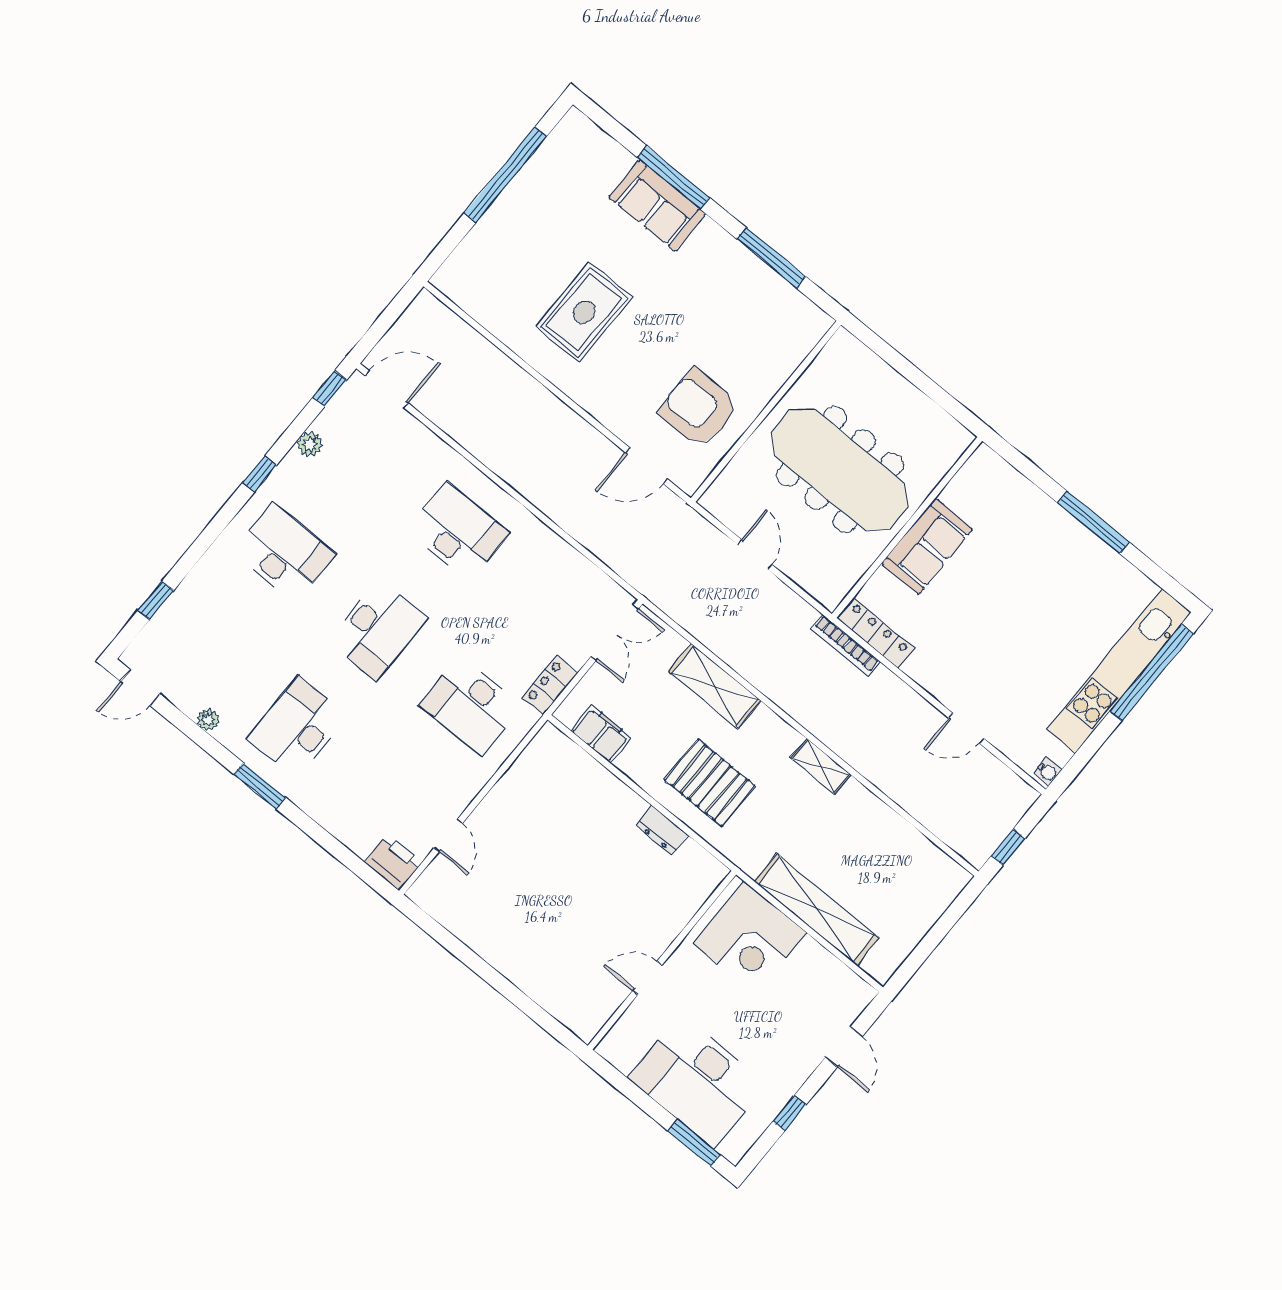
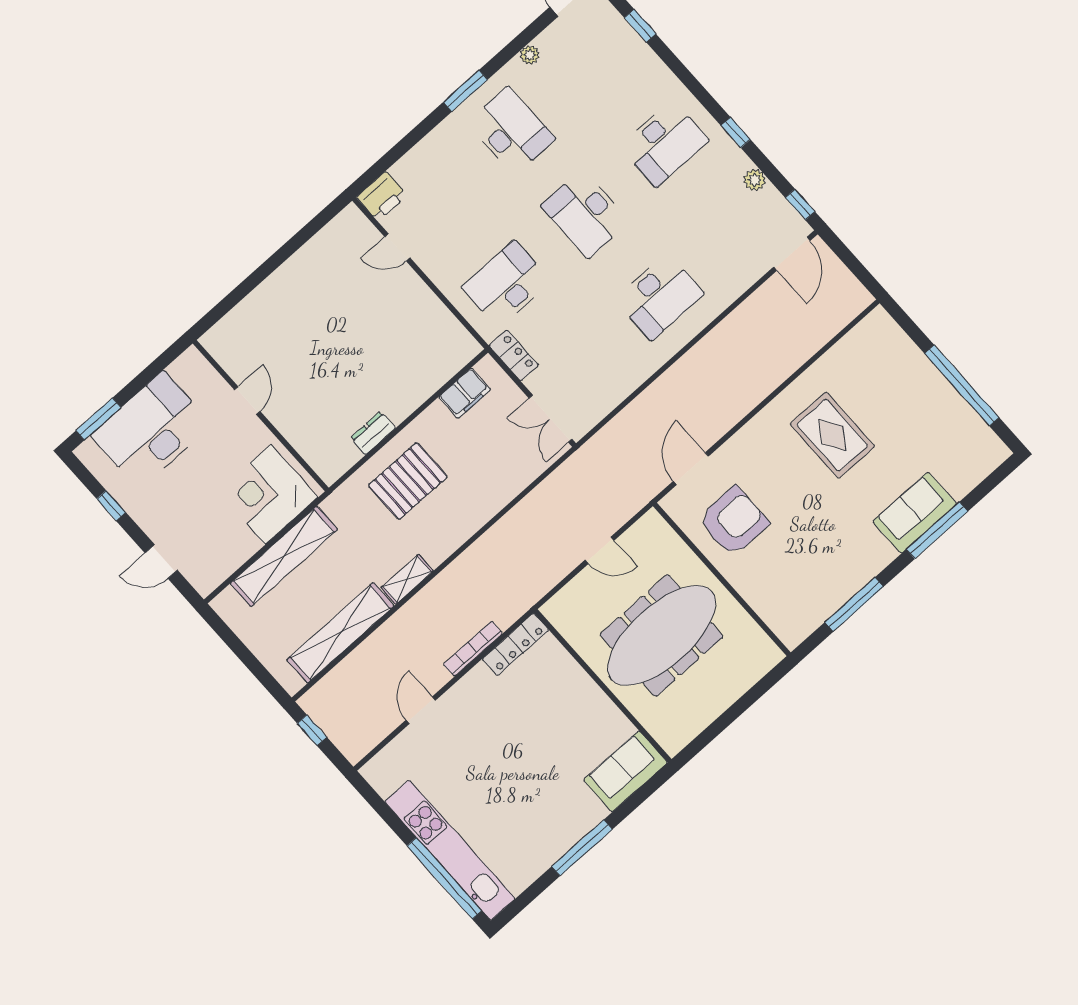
sofa: (927, 546) -> (626, 771), moved, turned 90
bookcase: (845, 645) -> (473, 649), moved
shelving: (715, 686) -> (340, 633), moved, width x1.47
water cooler: (1047, 772) -> (372, 775), removed

